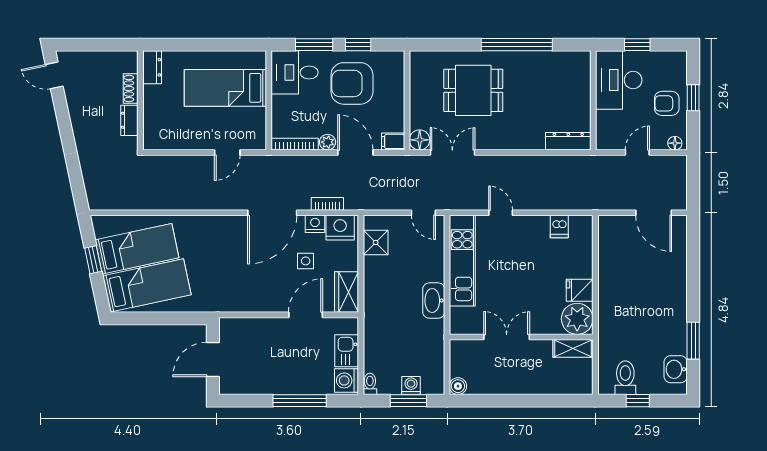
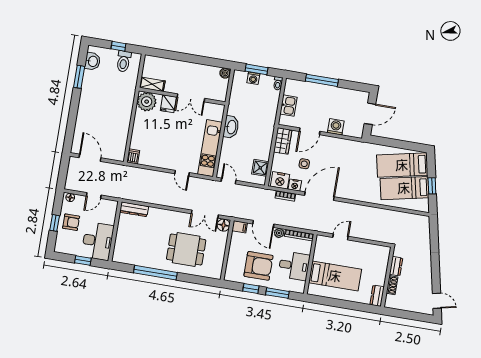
desk: (295, 72) -> (294, 266), moved
dishwasher: (559, 226) -> (133, 156), moved
fridge: (580, 290) -> (168, 104), moved, turned 90
washing machine: (347, 380) -> (336, 127), moved, turned -90

